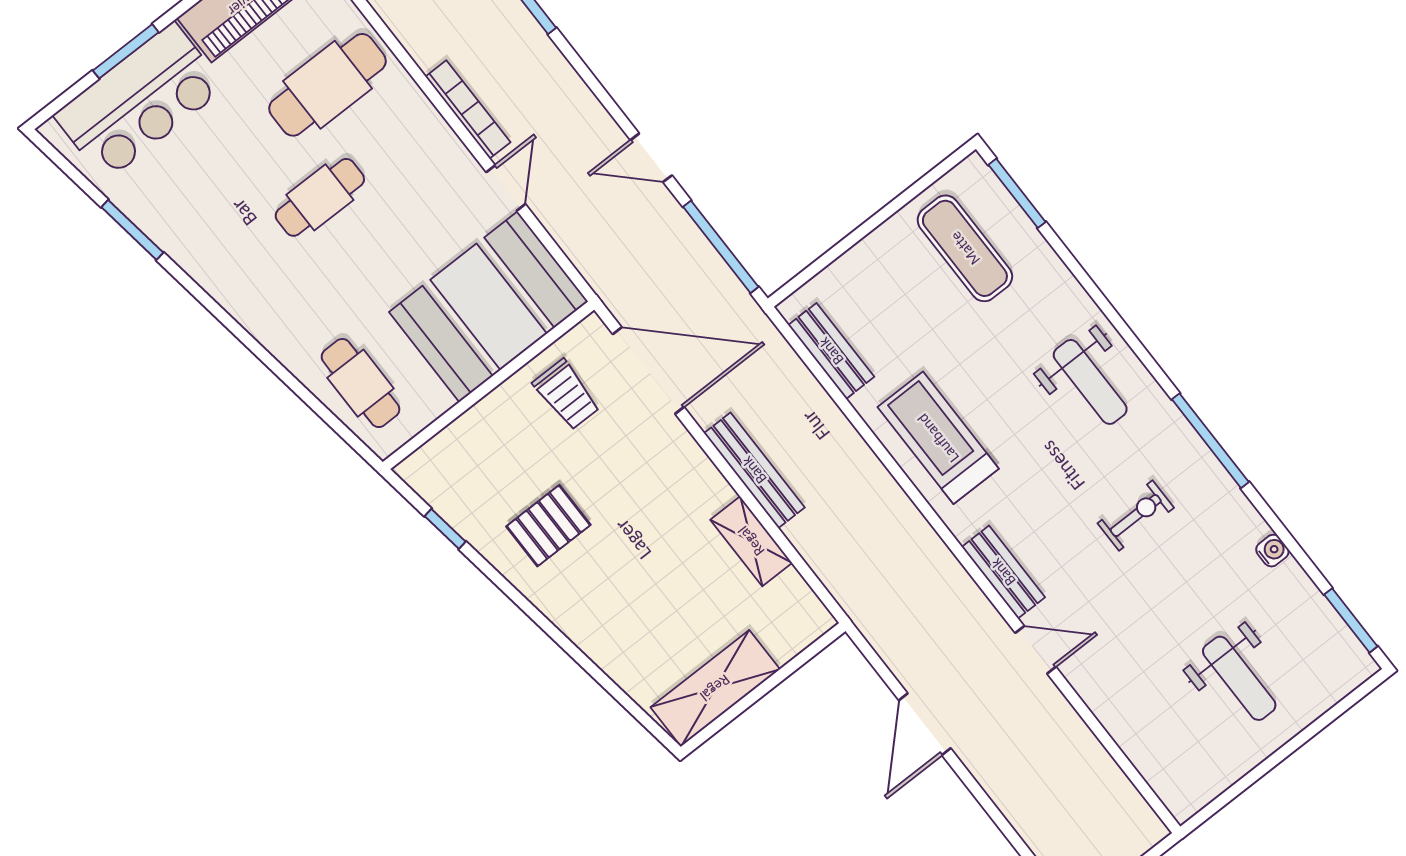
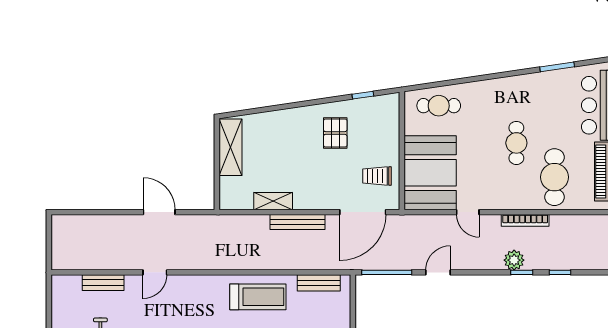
plant: (527, 42) -> (514, 260), added
bookcase: (468, 110) -> (525, 220), moved
bench: (1003, 572) -> (103, 283), moved

